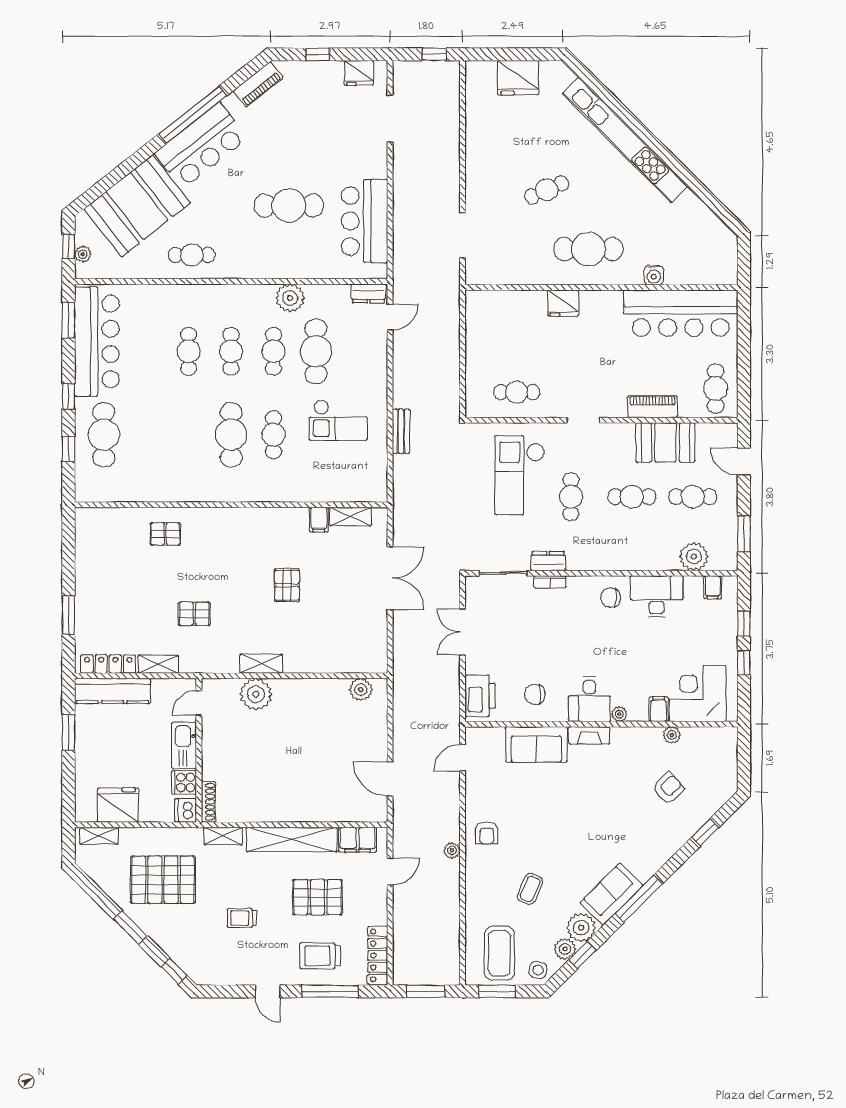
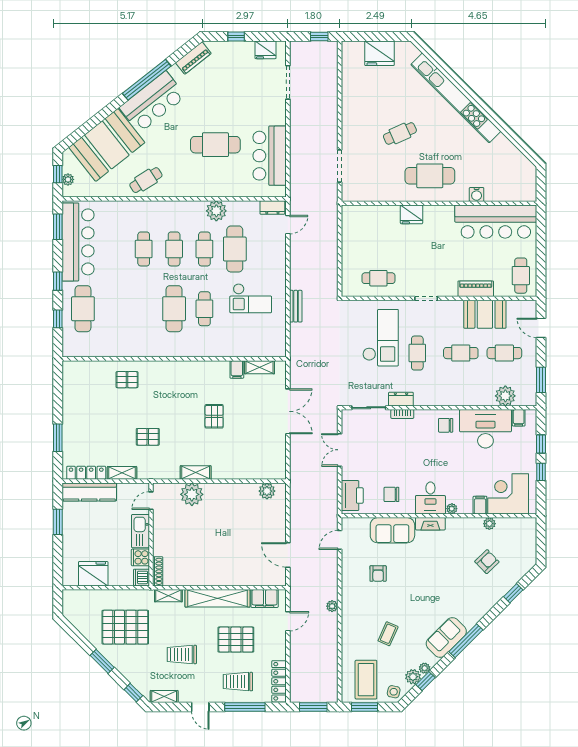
cafe table: (192, 255) -> (146, 180), turned -32
checkout: (520, 475) -> (381, 338), turned 180
desk: (657, 596) -> (485, 429), width x1.36, depth x1.30
armchair: (487, 833) -> (378, 574), moved
shelving: (99, 836) -> (164, 697), moved
trolley: (242, 918) -> (182, 655), width x1.36, depth x1.39
plant: (581, 928) -> (425, 668), width x0.53, depth x0.53

